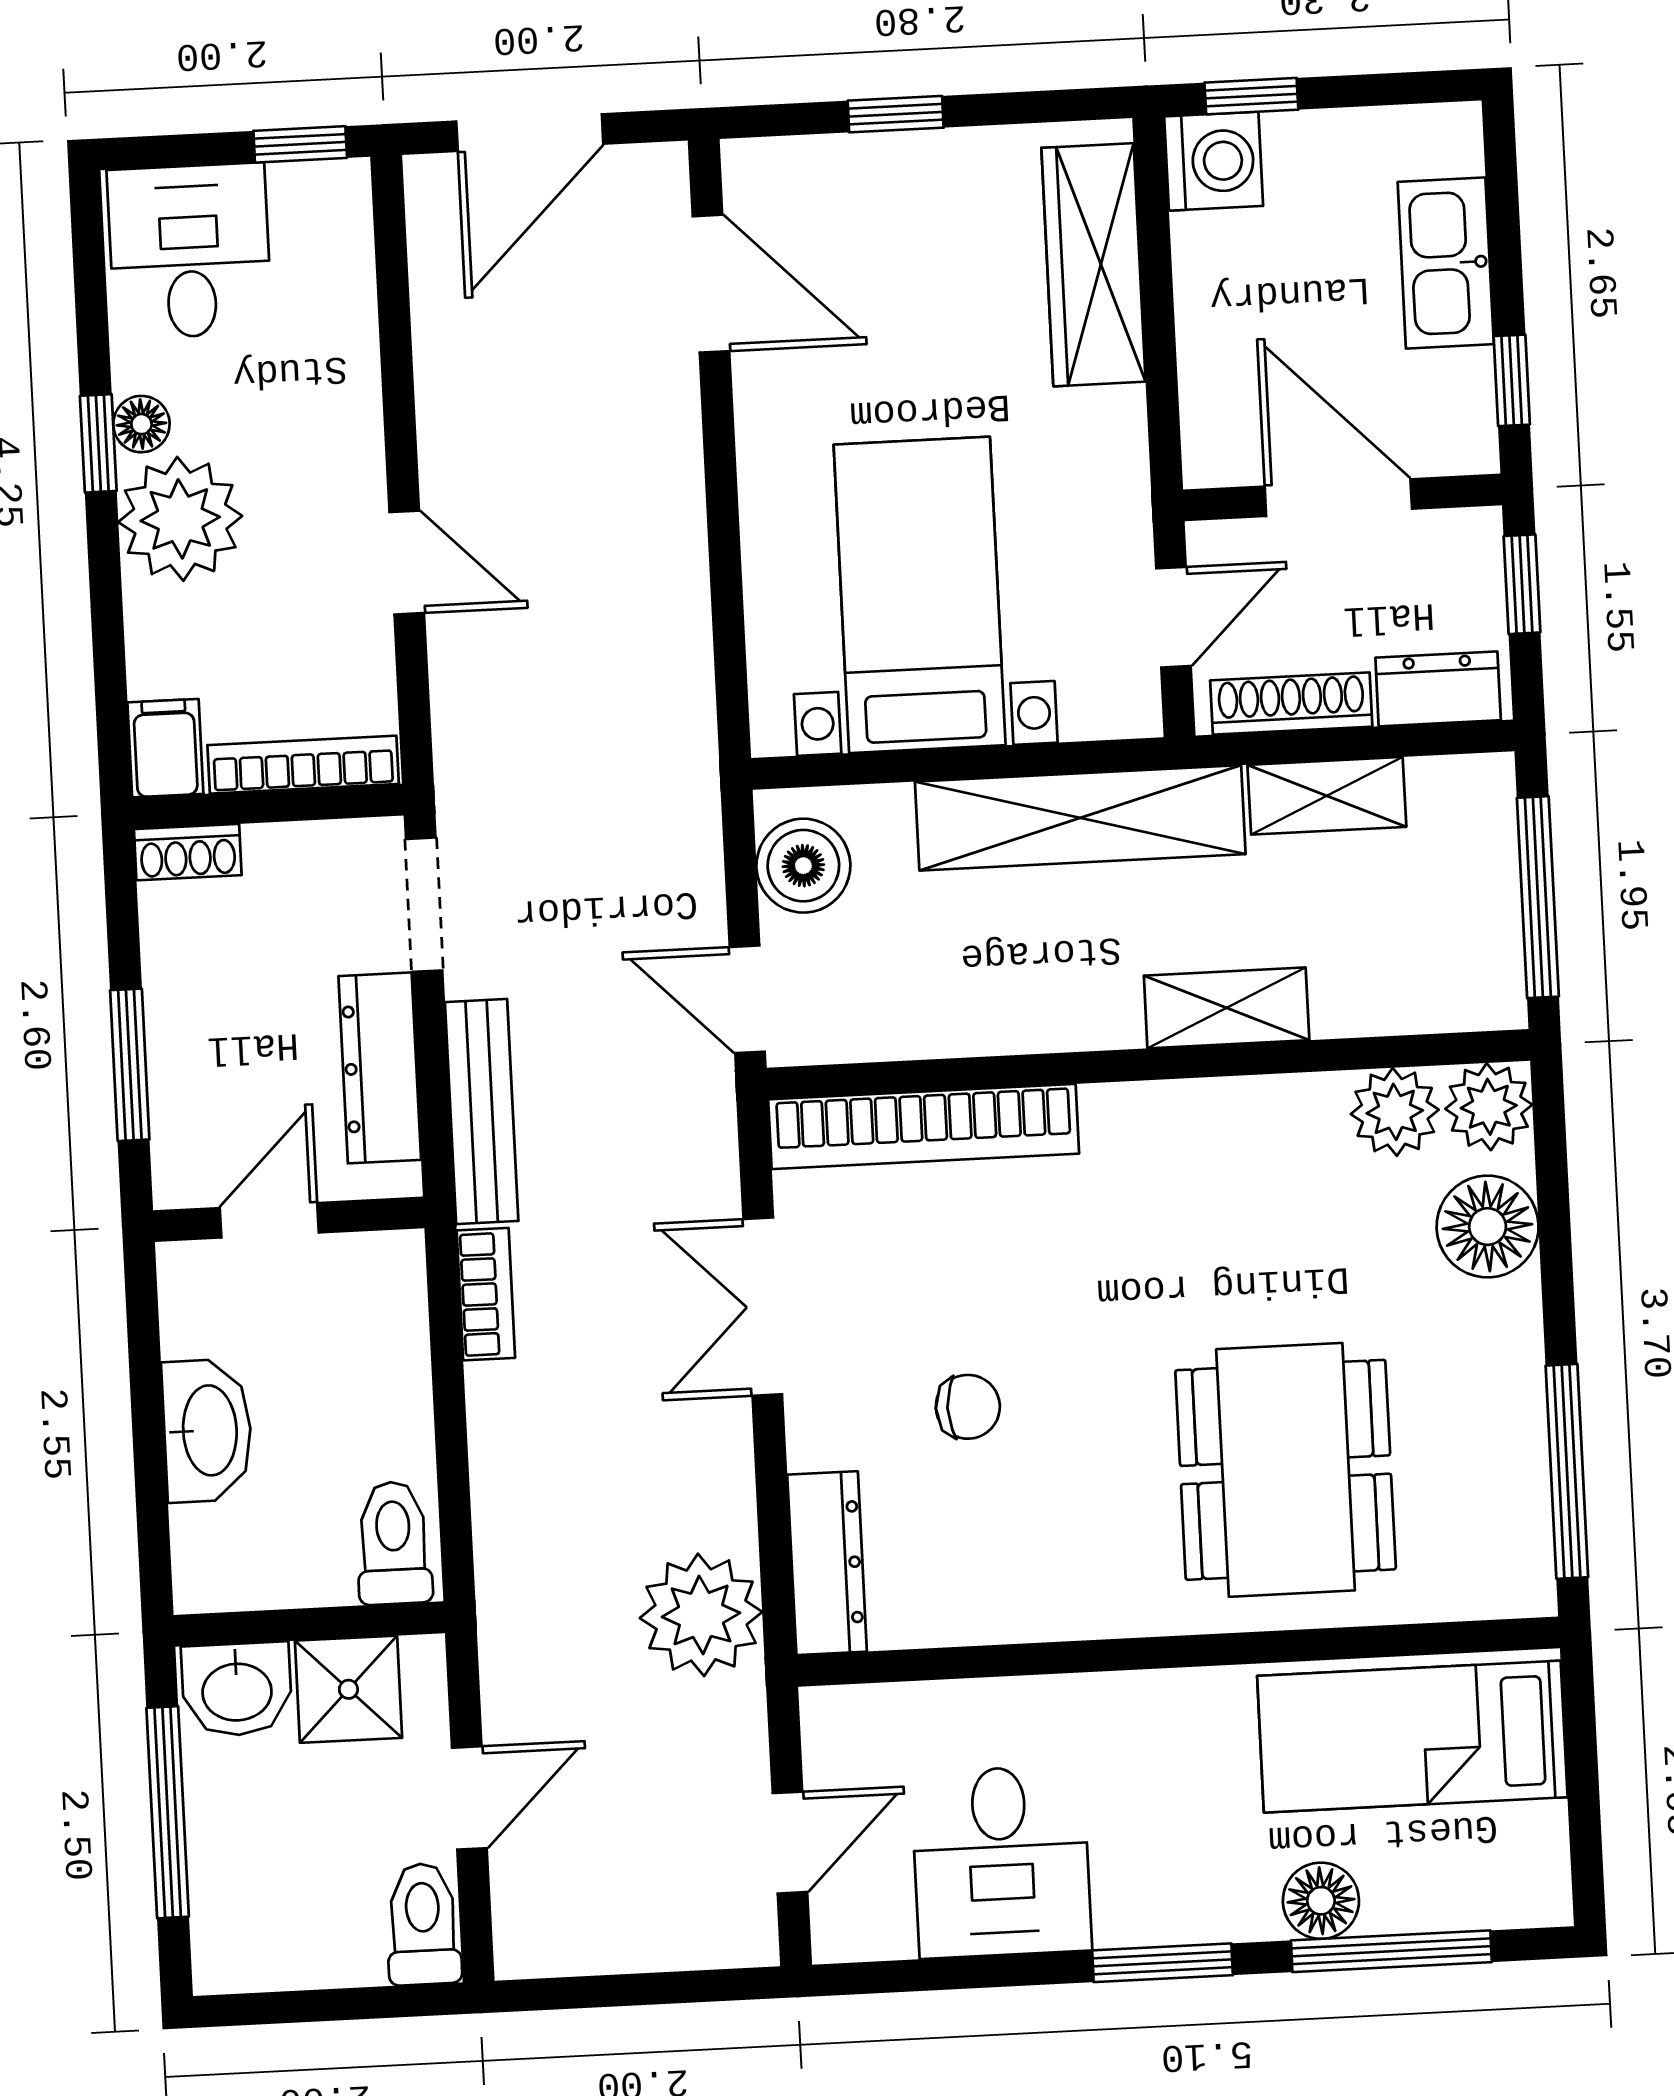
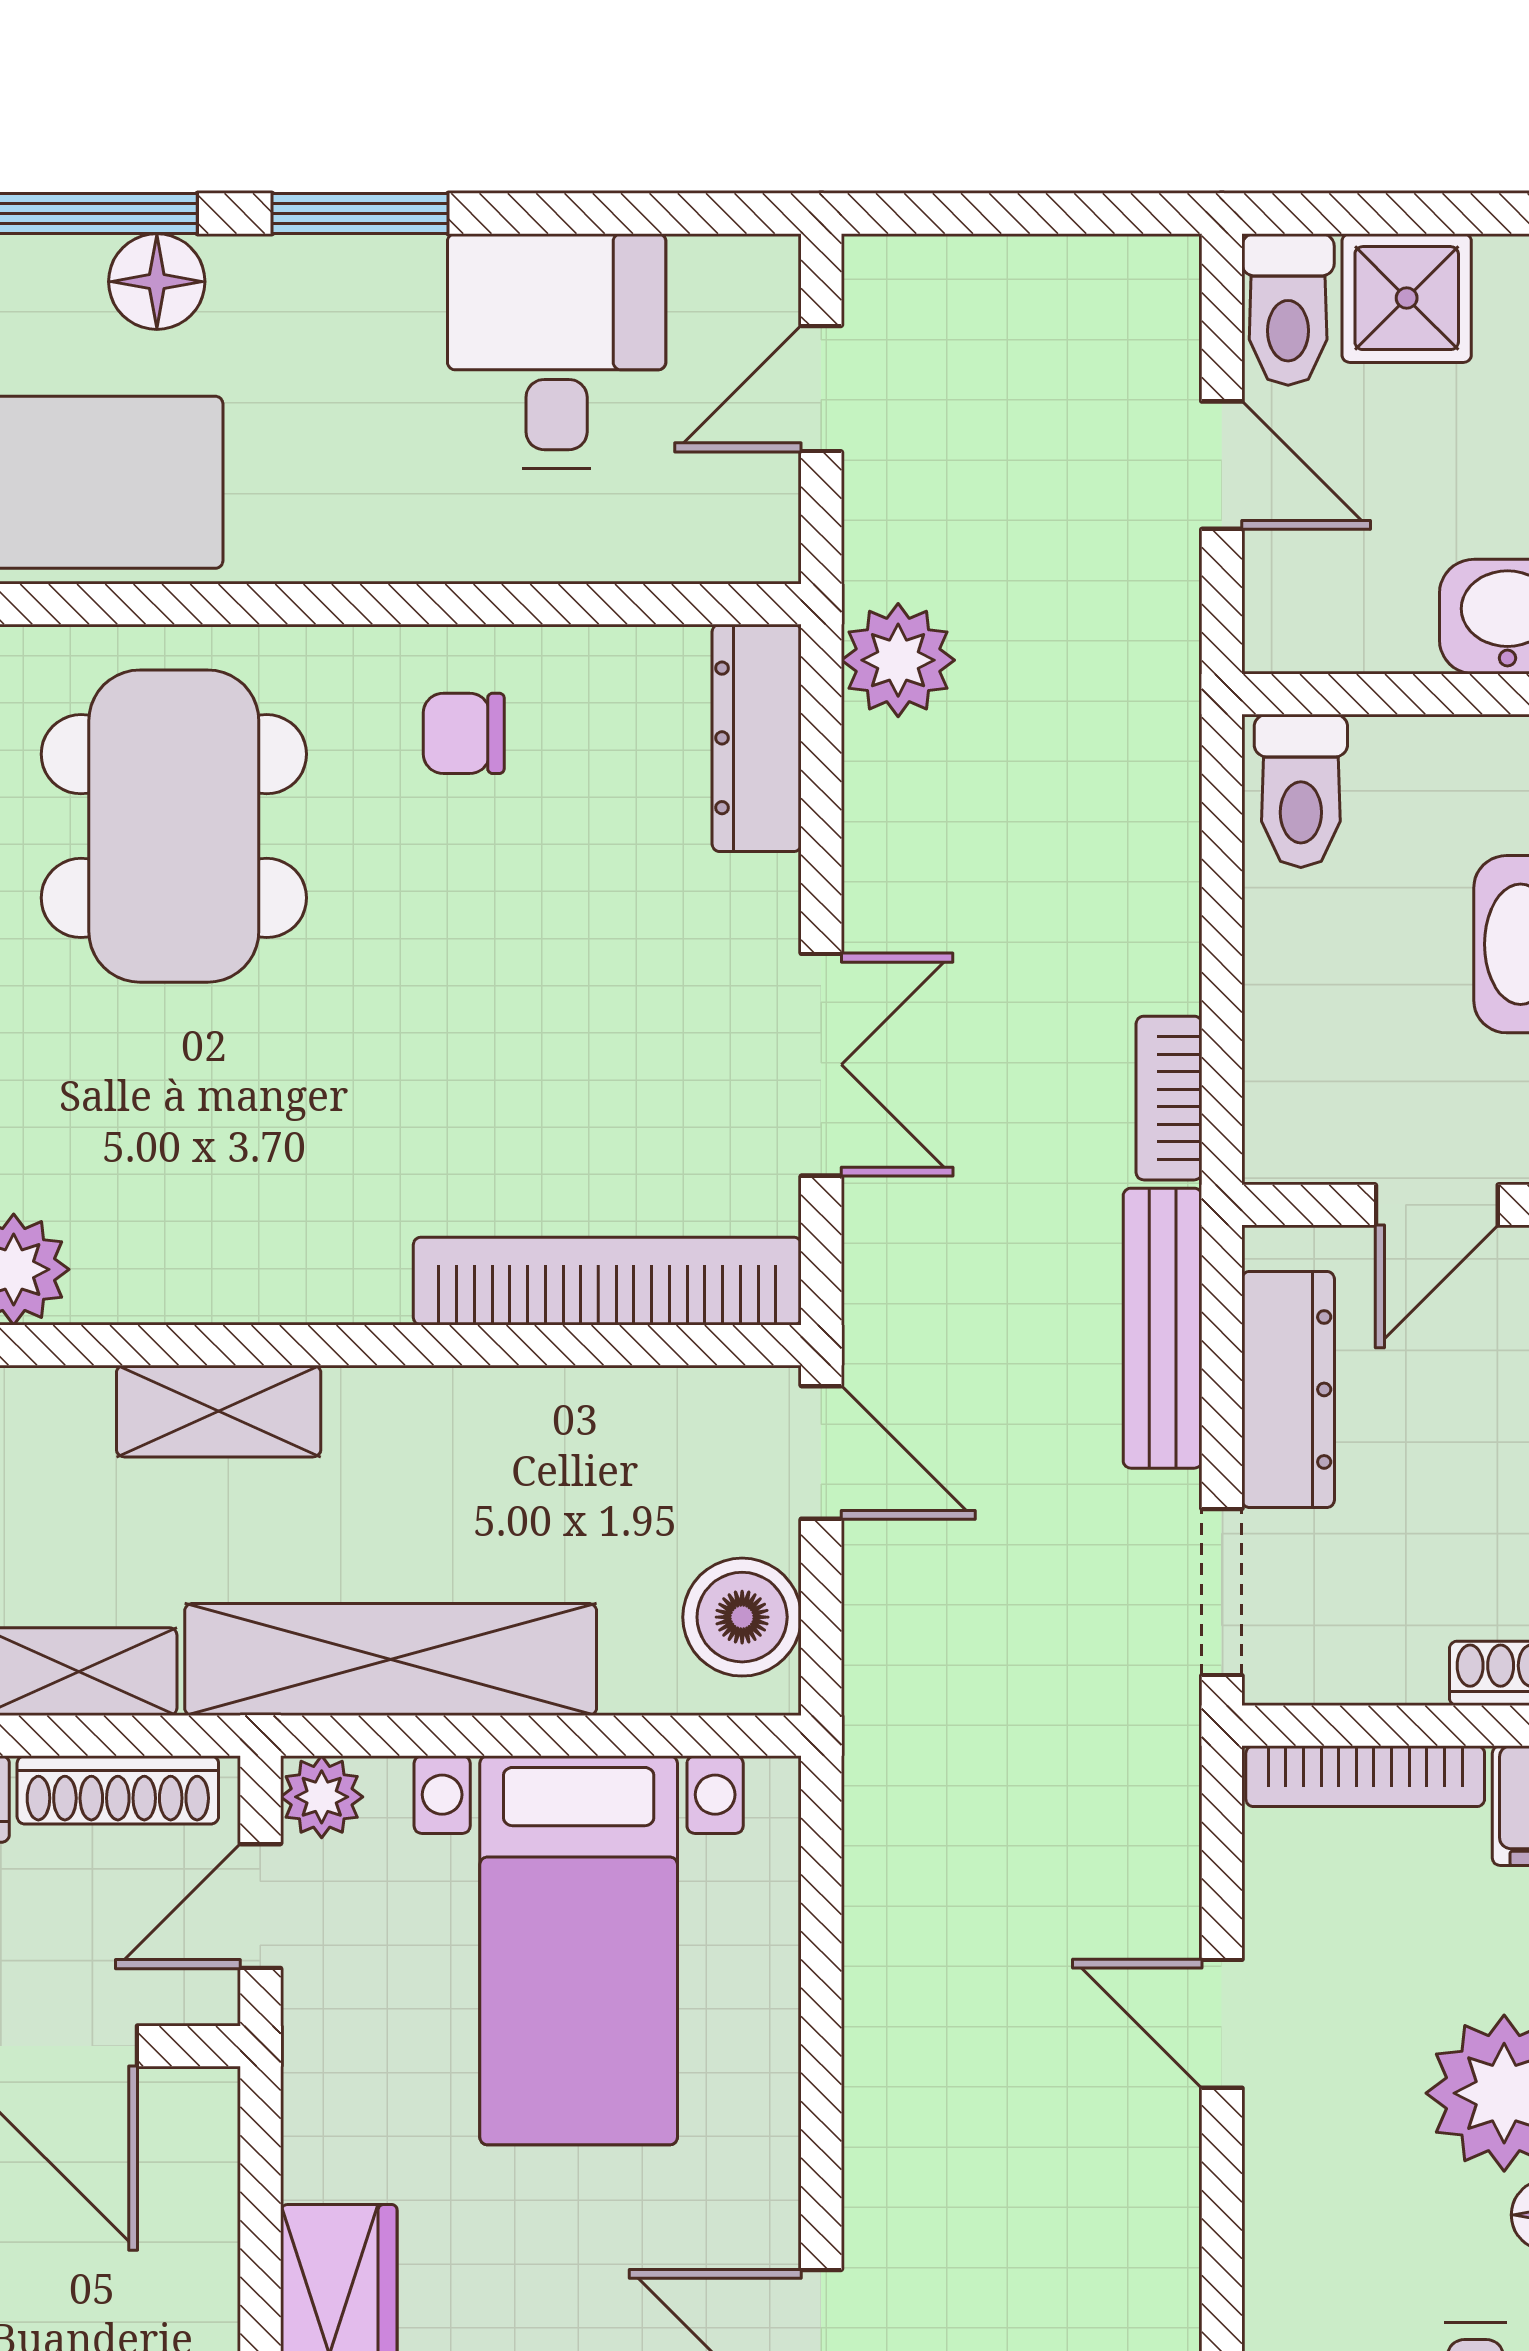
plant: (1129, 706) -> (322, 1797), added
chair: (968, 1407) -> (464, 733), moved
plant: (701, 1615) -> (898, 660), width x0.73, depth x0.73
shower: (348, 1689) -> (1407, 298), moved
door: (469, 1798) -> (1222, 465), swing flipped

